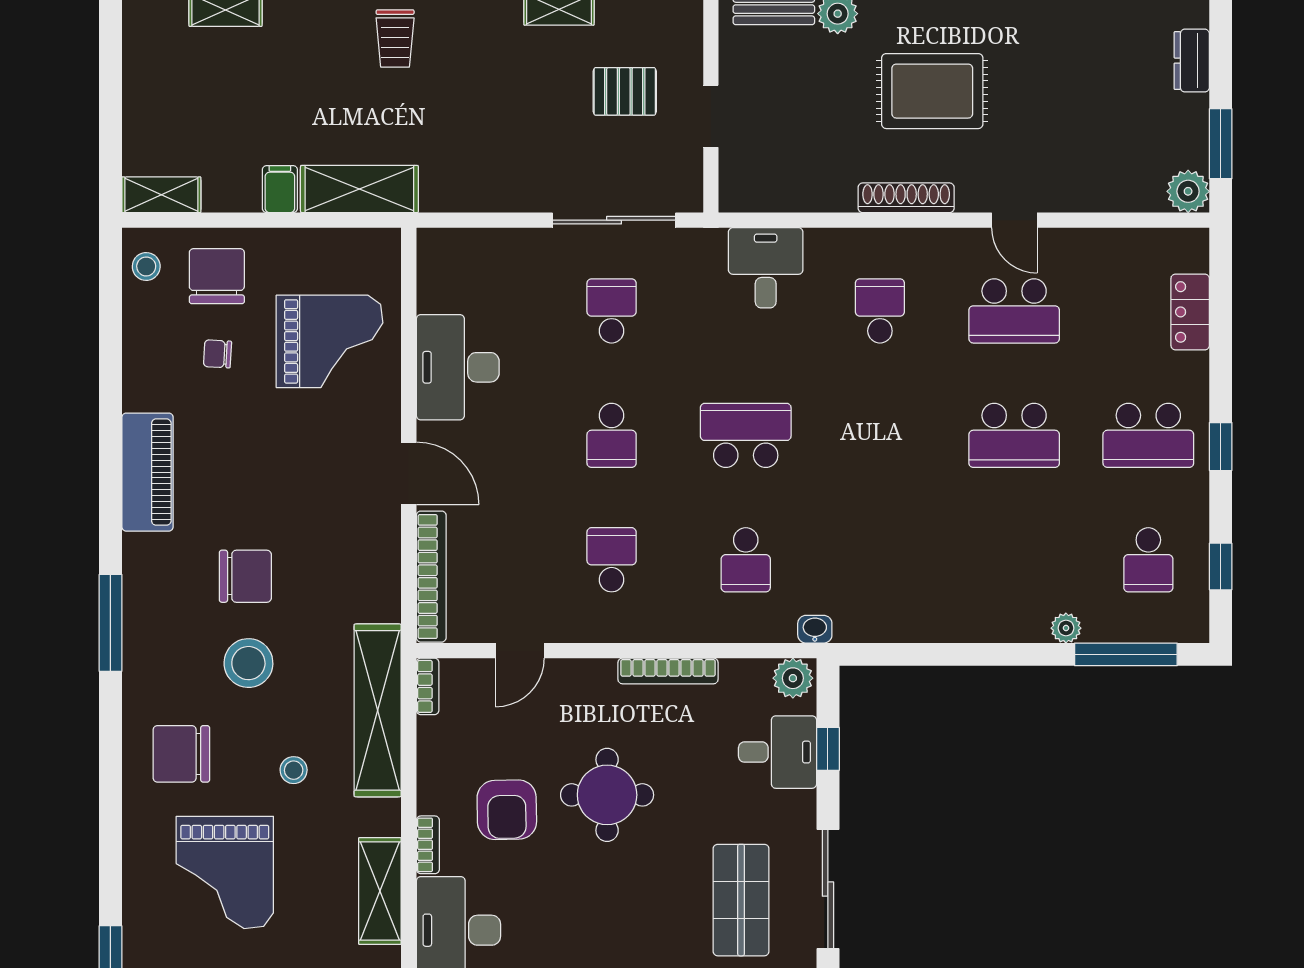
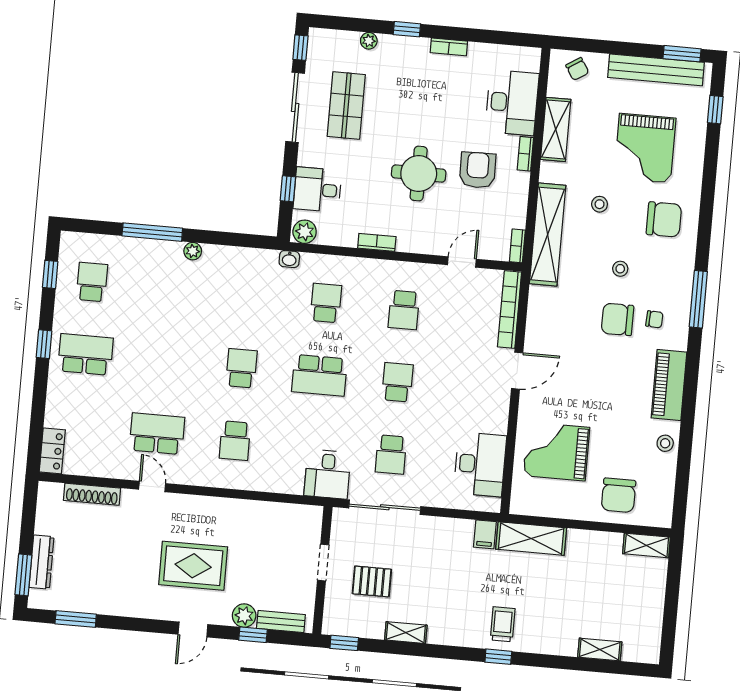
dresser: (1192, 61) -> (42, 562), width x1.44
window: (1221, 144) -> (23, 575), moved
filing cabinet: (280, 189) -> (485, 534), moved
plant: (1188, 191) -> (50, 494), removed
shoe rack: (906, 198) -> (92, 494), moved
stool: (146, 266) -> (665, 443), moved
desk: (766, 268) -> (327, 474), moved
locker: (1190, 312) -> (52, 451), moved
chair: (217, 354) -> (654, 319), moved
desk: (458, 367) -> (480, 464), moved
school desk: (1014, 435) -> (241, 368), moved, width x0.54
door: (409, 473) -> (517, 371), swing flipped
plant: (1066, 628) -> (193, 251), moved
window: (1126, 654) -> (152, 232), moved
stool: (248, 663) -> (620, 269), width x0.53, depth x0.53
bookcase: (668, 671) -> (377, 242), width x0.64
grand piano: (225, 873) -> (645, 148), turned 180

